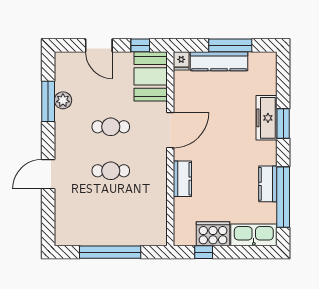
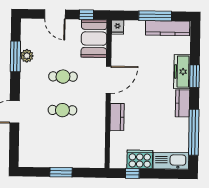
kitchen counter: (219, 61) -> (168, 28), moved
kitchen counter: (268, 184) -> (183, 103), moved
window: (110, 252) -> (61, 172), width x0.47

